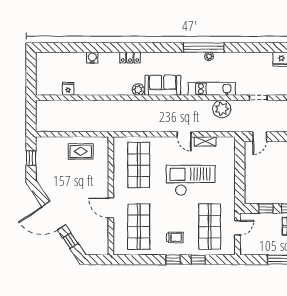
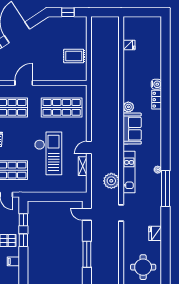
window: (204, 48) -> (166, 188), moved
water cooler: (92, 58) -> (156, 84), moved
rug: (81, 151) -> (74, 56), turned 90

